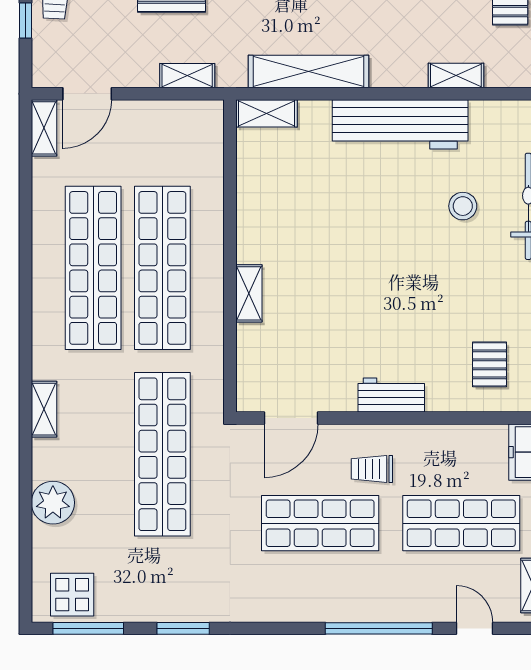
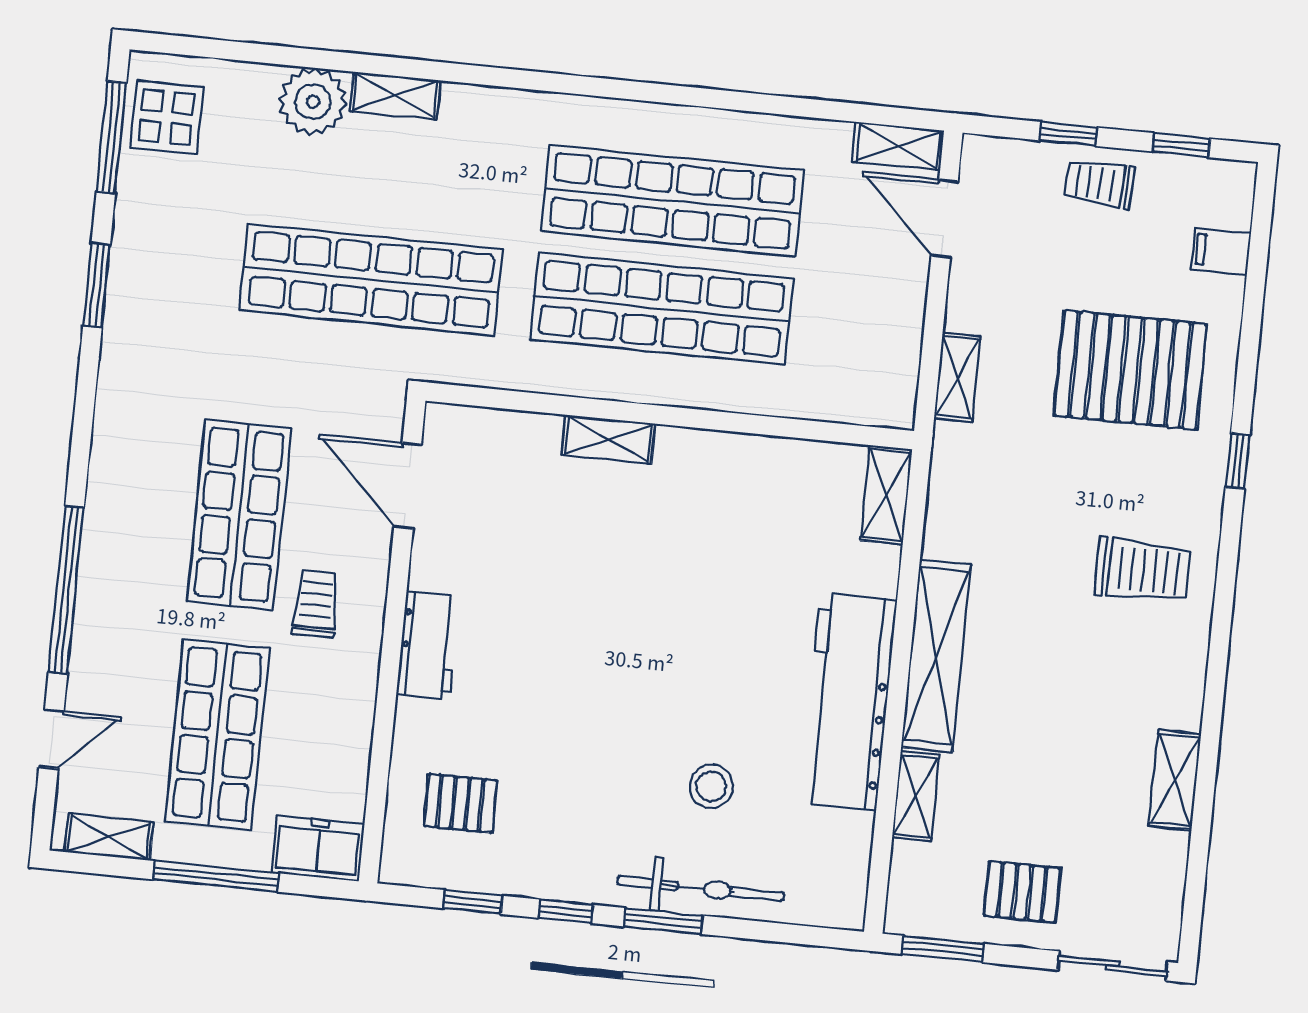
shelving: (309, 72) -> (936, 656), moved
shelving: (44, 409) -> (395, 96), moved

